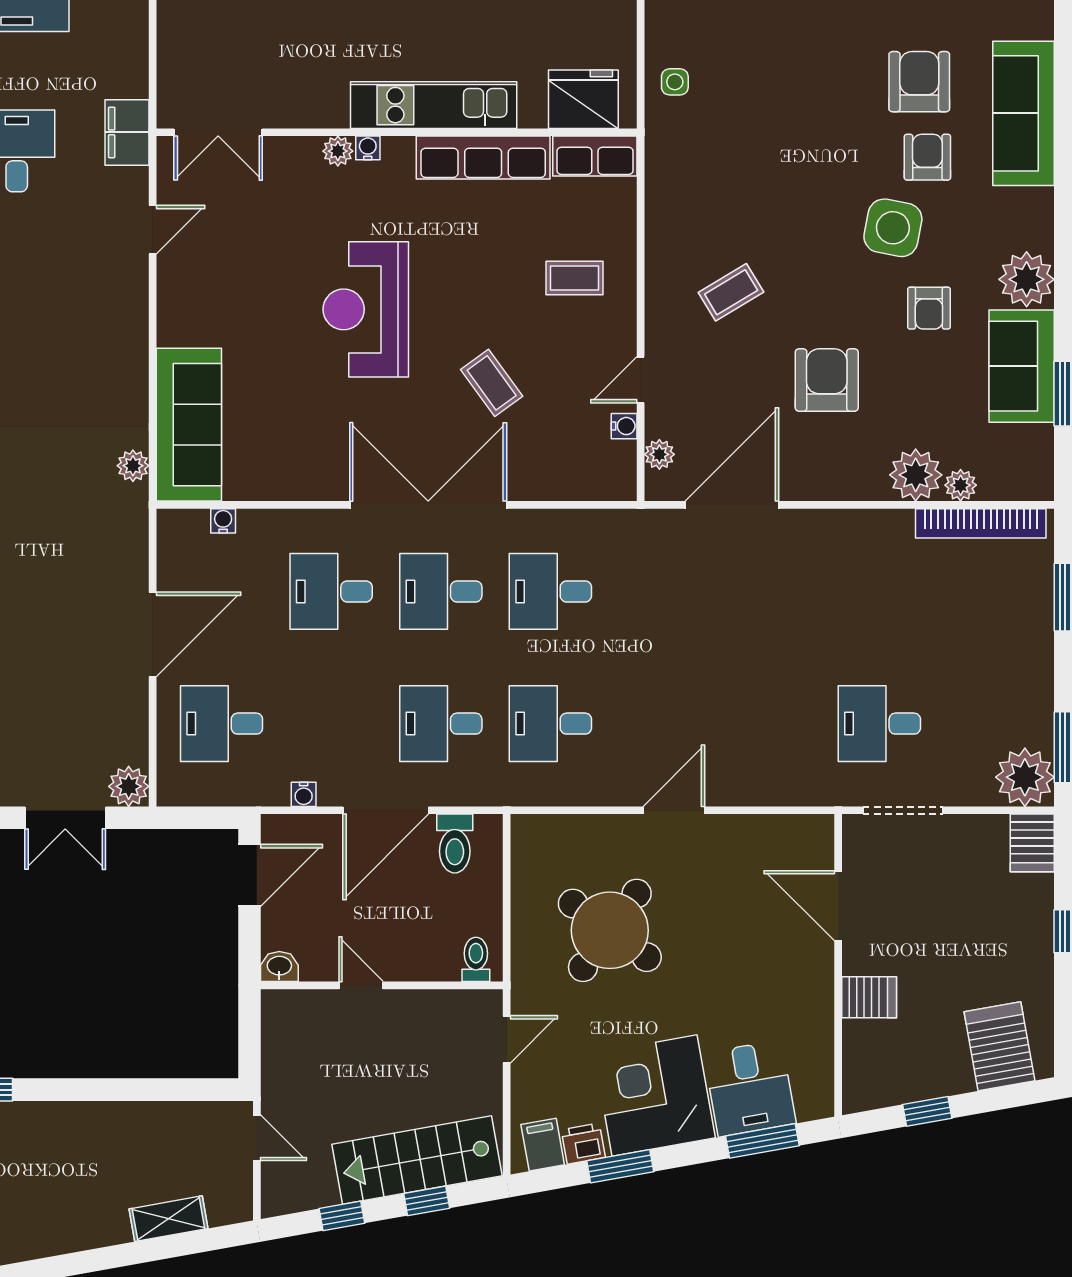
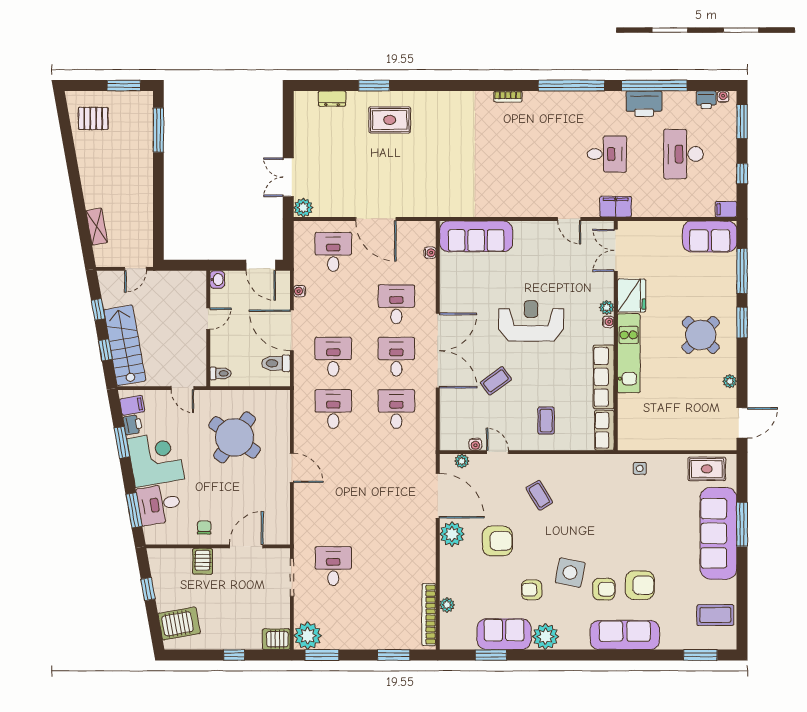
fridge: (583, 99) -> (632, 296), moved
plant: (133, 466) -> (456, 210), removed
plant: (916, 475) -> (452, 534), moved
chair: (799, 994) -> (204, 528), added

